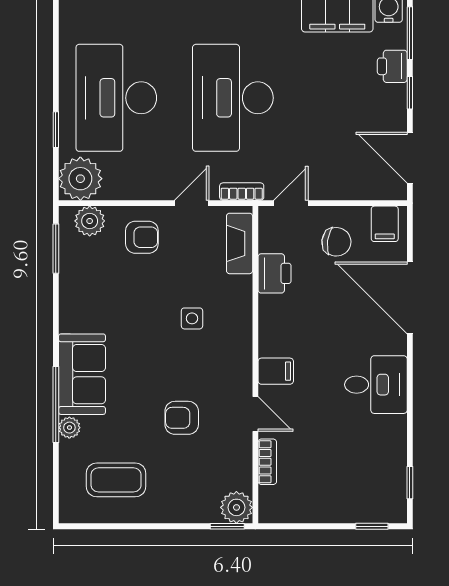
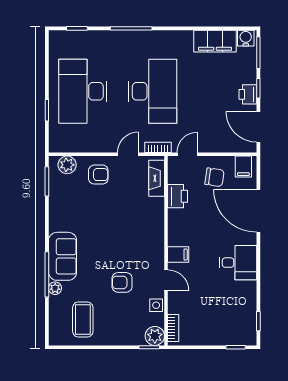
printer: (392, 66) -> (248, 94), moved
desk: (233, 98) -> (153, 91), turned 180
plant: (80, 179) -> (62, 140), removed
side table: (192, 318) -> (156, 305), moved
bookcase: (267, 462) -> (173, 328), moved
coffee table: (116, 480) -> (83, 319), turned 90

